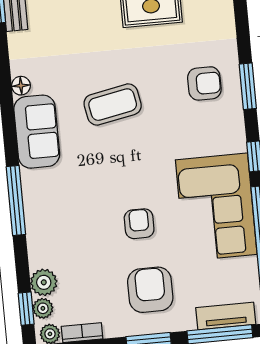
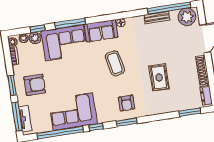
corner sofa: (59, 216) -> (64, 43), added
armchair: (139, 224) -> (63, 78), removed
window: (26, 309) -> (38, 29), moved

